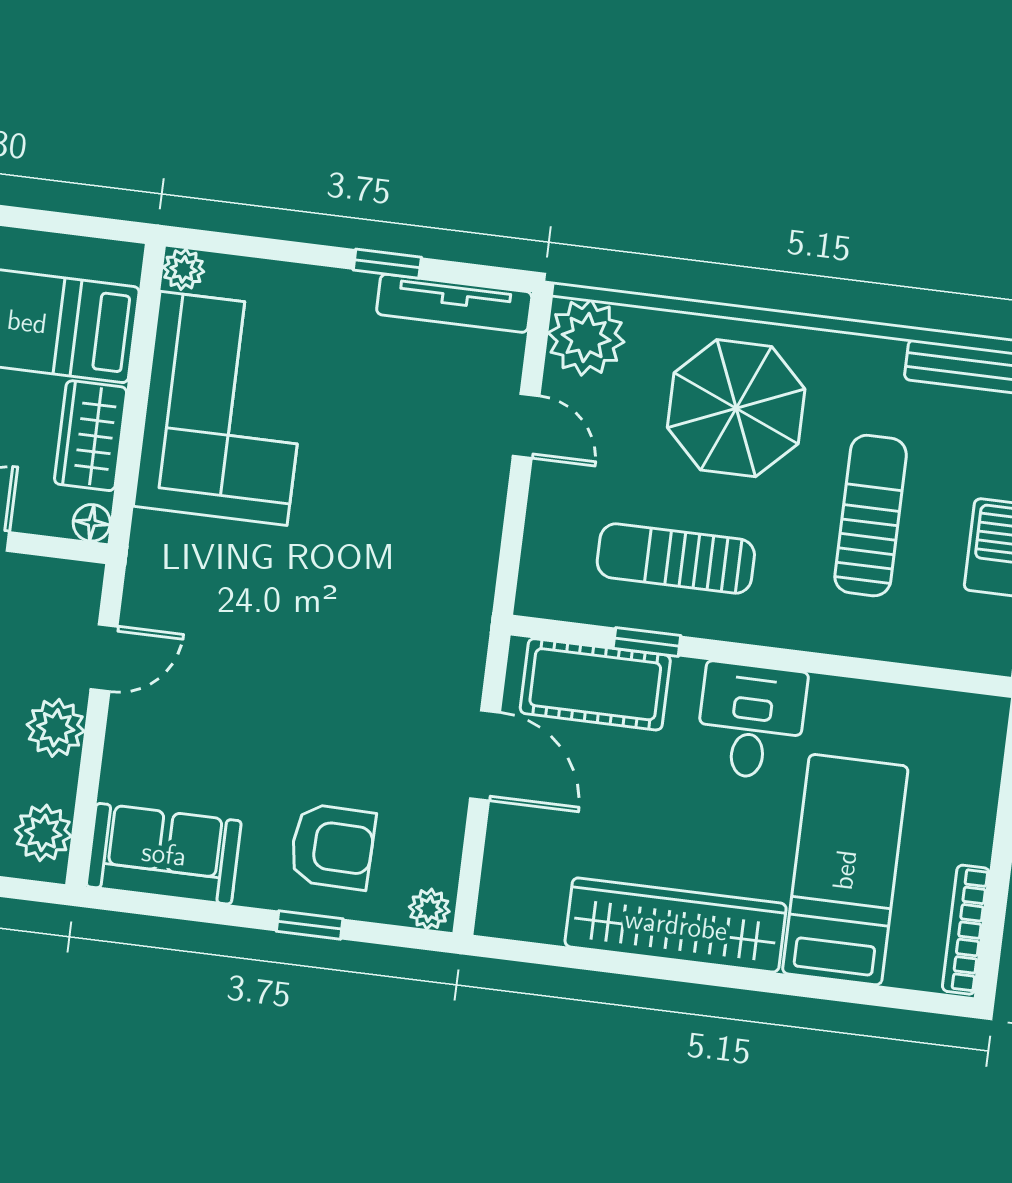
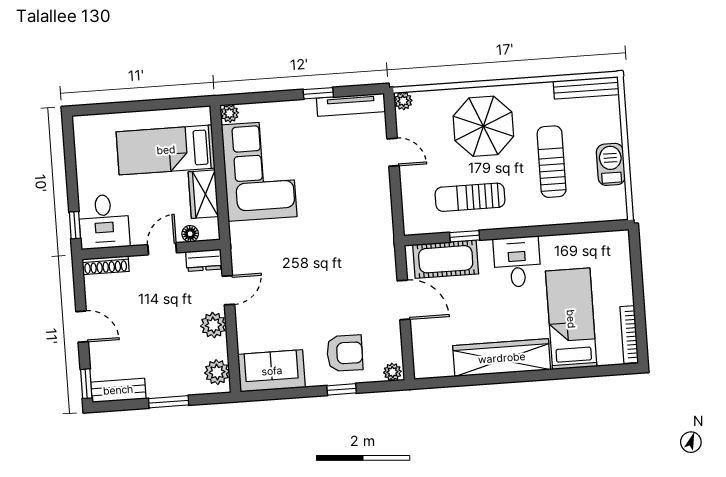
plant: (586, 337) -> (403, 101), width x0.53, depth x0.53
floor lamp: (92, 523) -> (190, 234), moved
dresser: (63, 581) -> (204, 260), added

